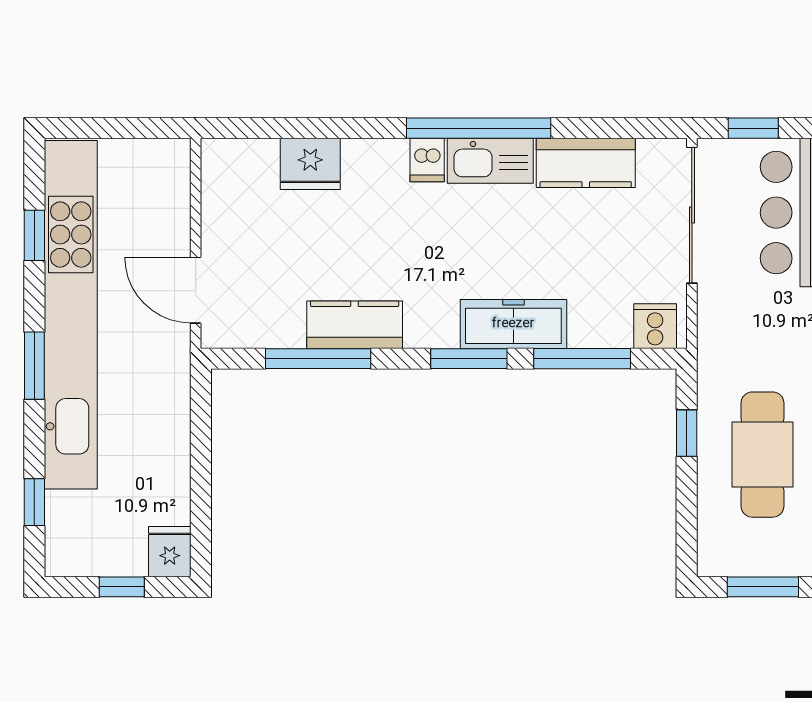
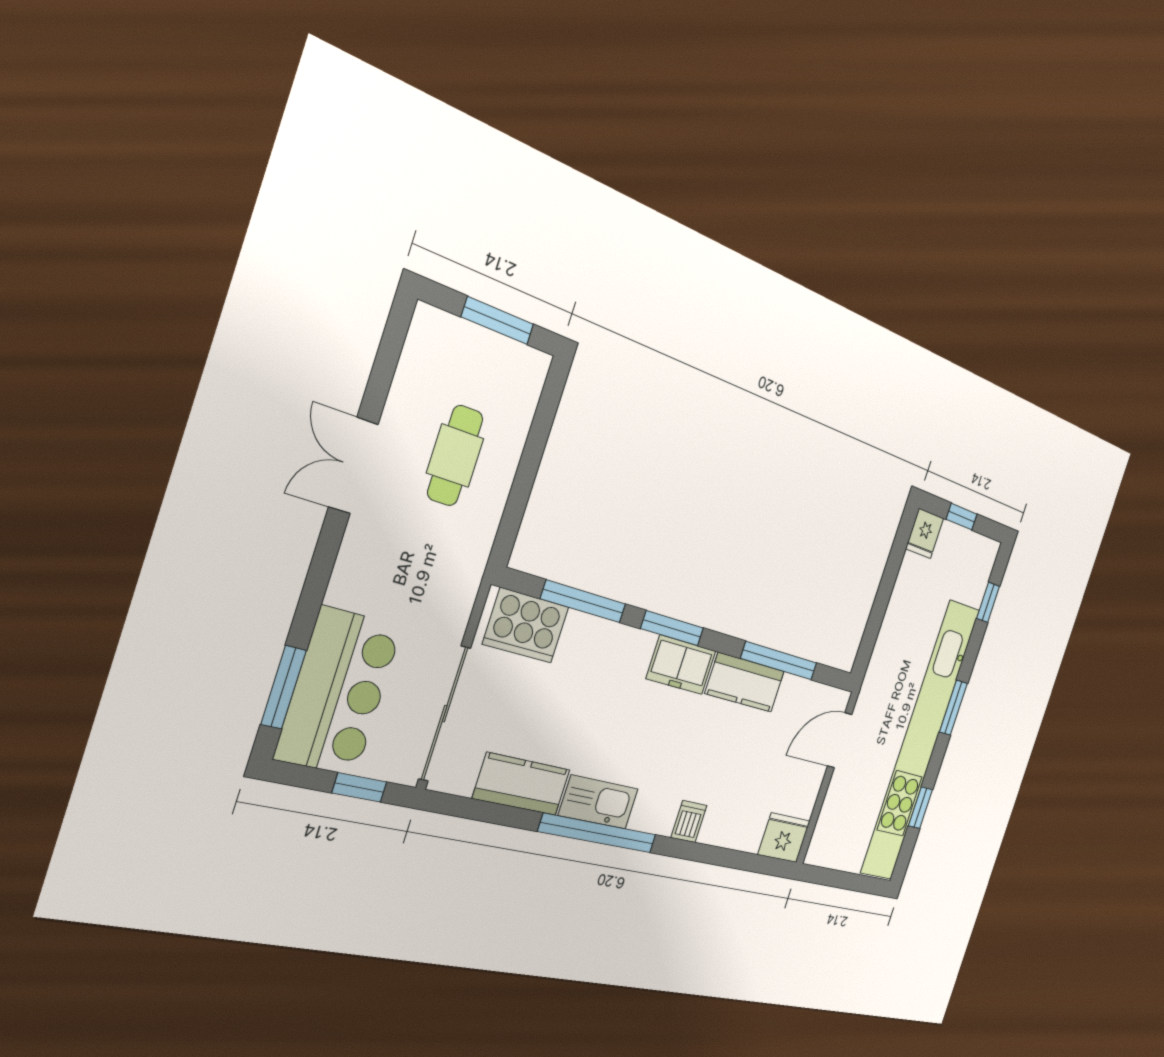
dishwasher: (427, 160) -> (689, 821), moved
fridge: (310, 164) -> (784, 838), moved
door: (196, 290) -> (840, 740), swing flipped
freezer: (513, 324) -> (681, 665), moved, width x0.71
cooker: (655, 326) -> (526, 625), width x1.87, depth x1.31
window: (687, 433) -> (517, 501), removed
cafe table: (762, 455) -> (455, 456), width x0.73, depth x0.74

